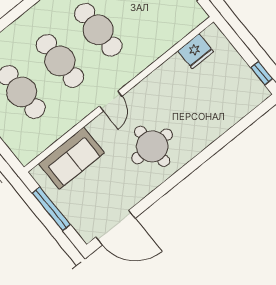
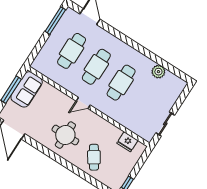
cafe table: (203, 113) -> (94, 157), added
sofa: (71, 158) -> (27, 89), moved, turned -90

